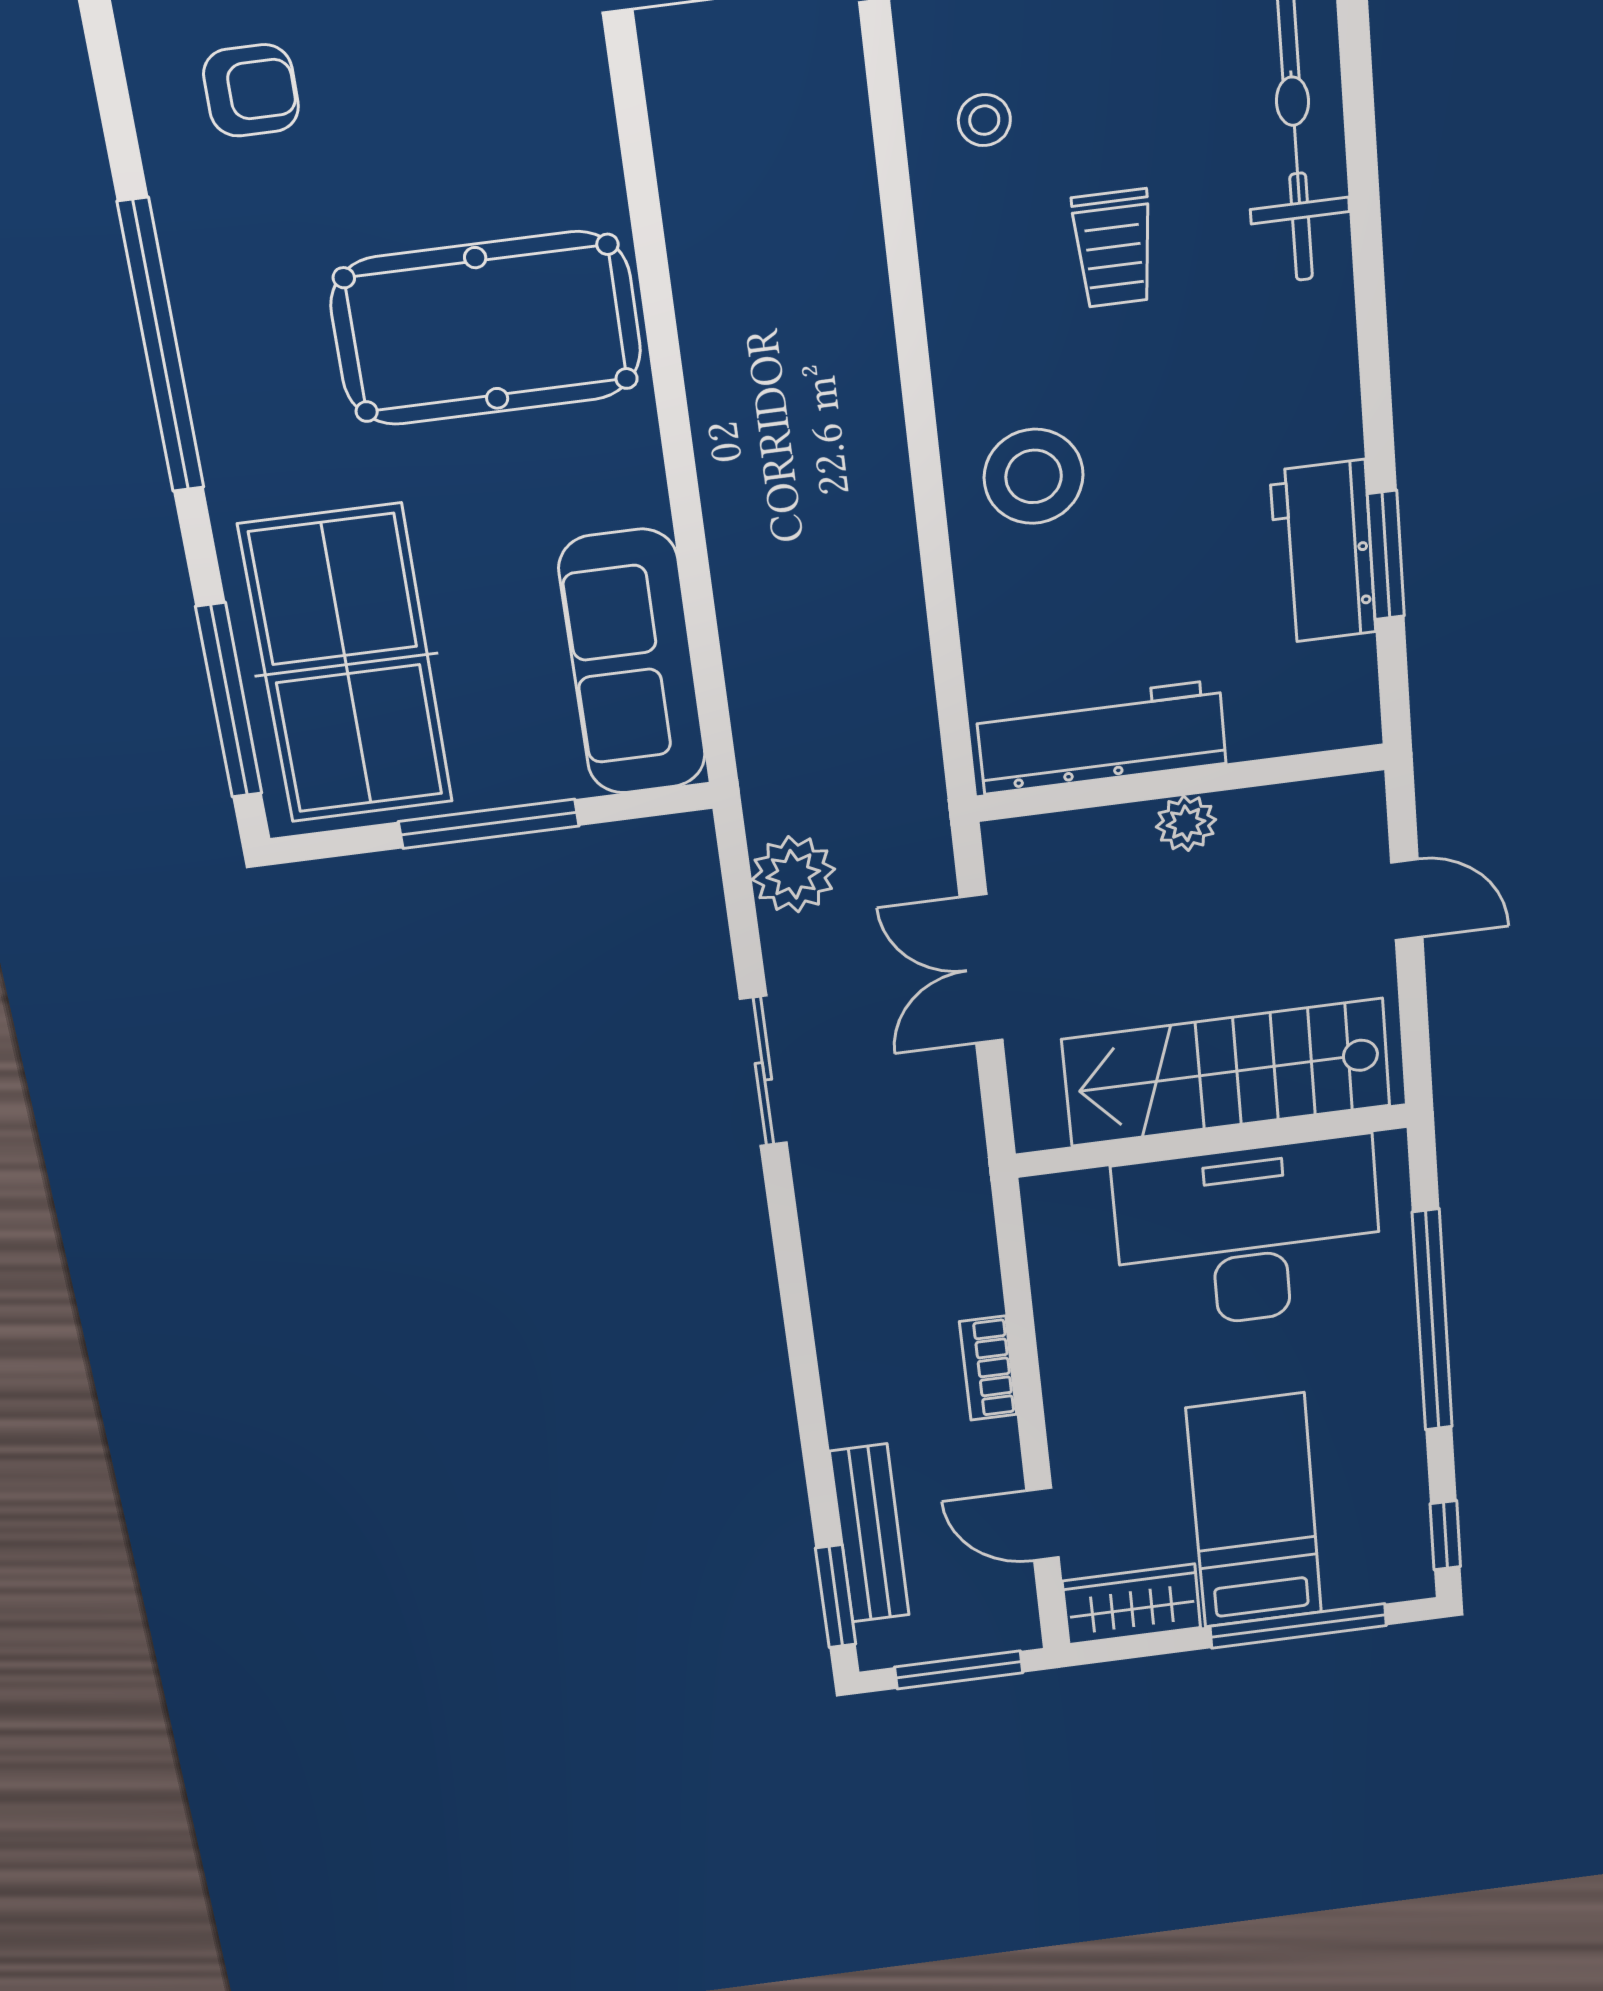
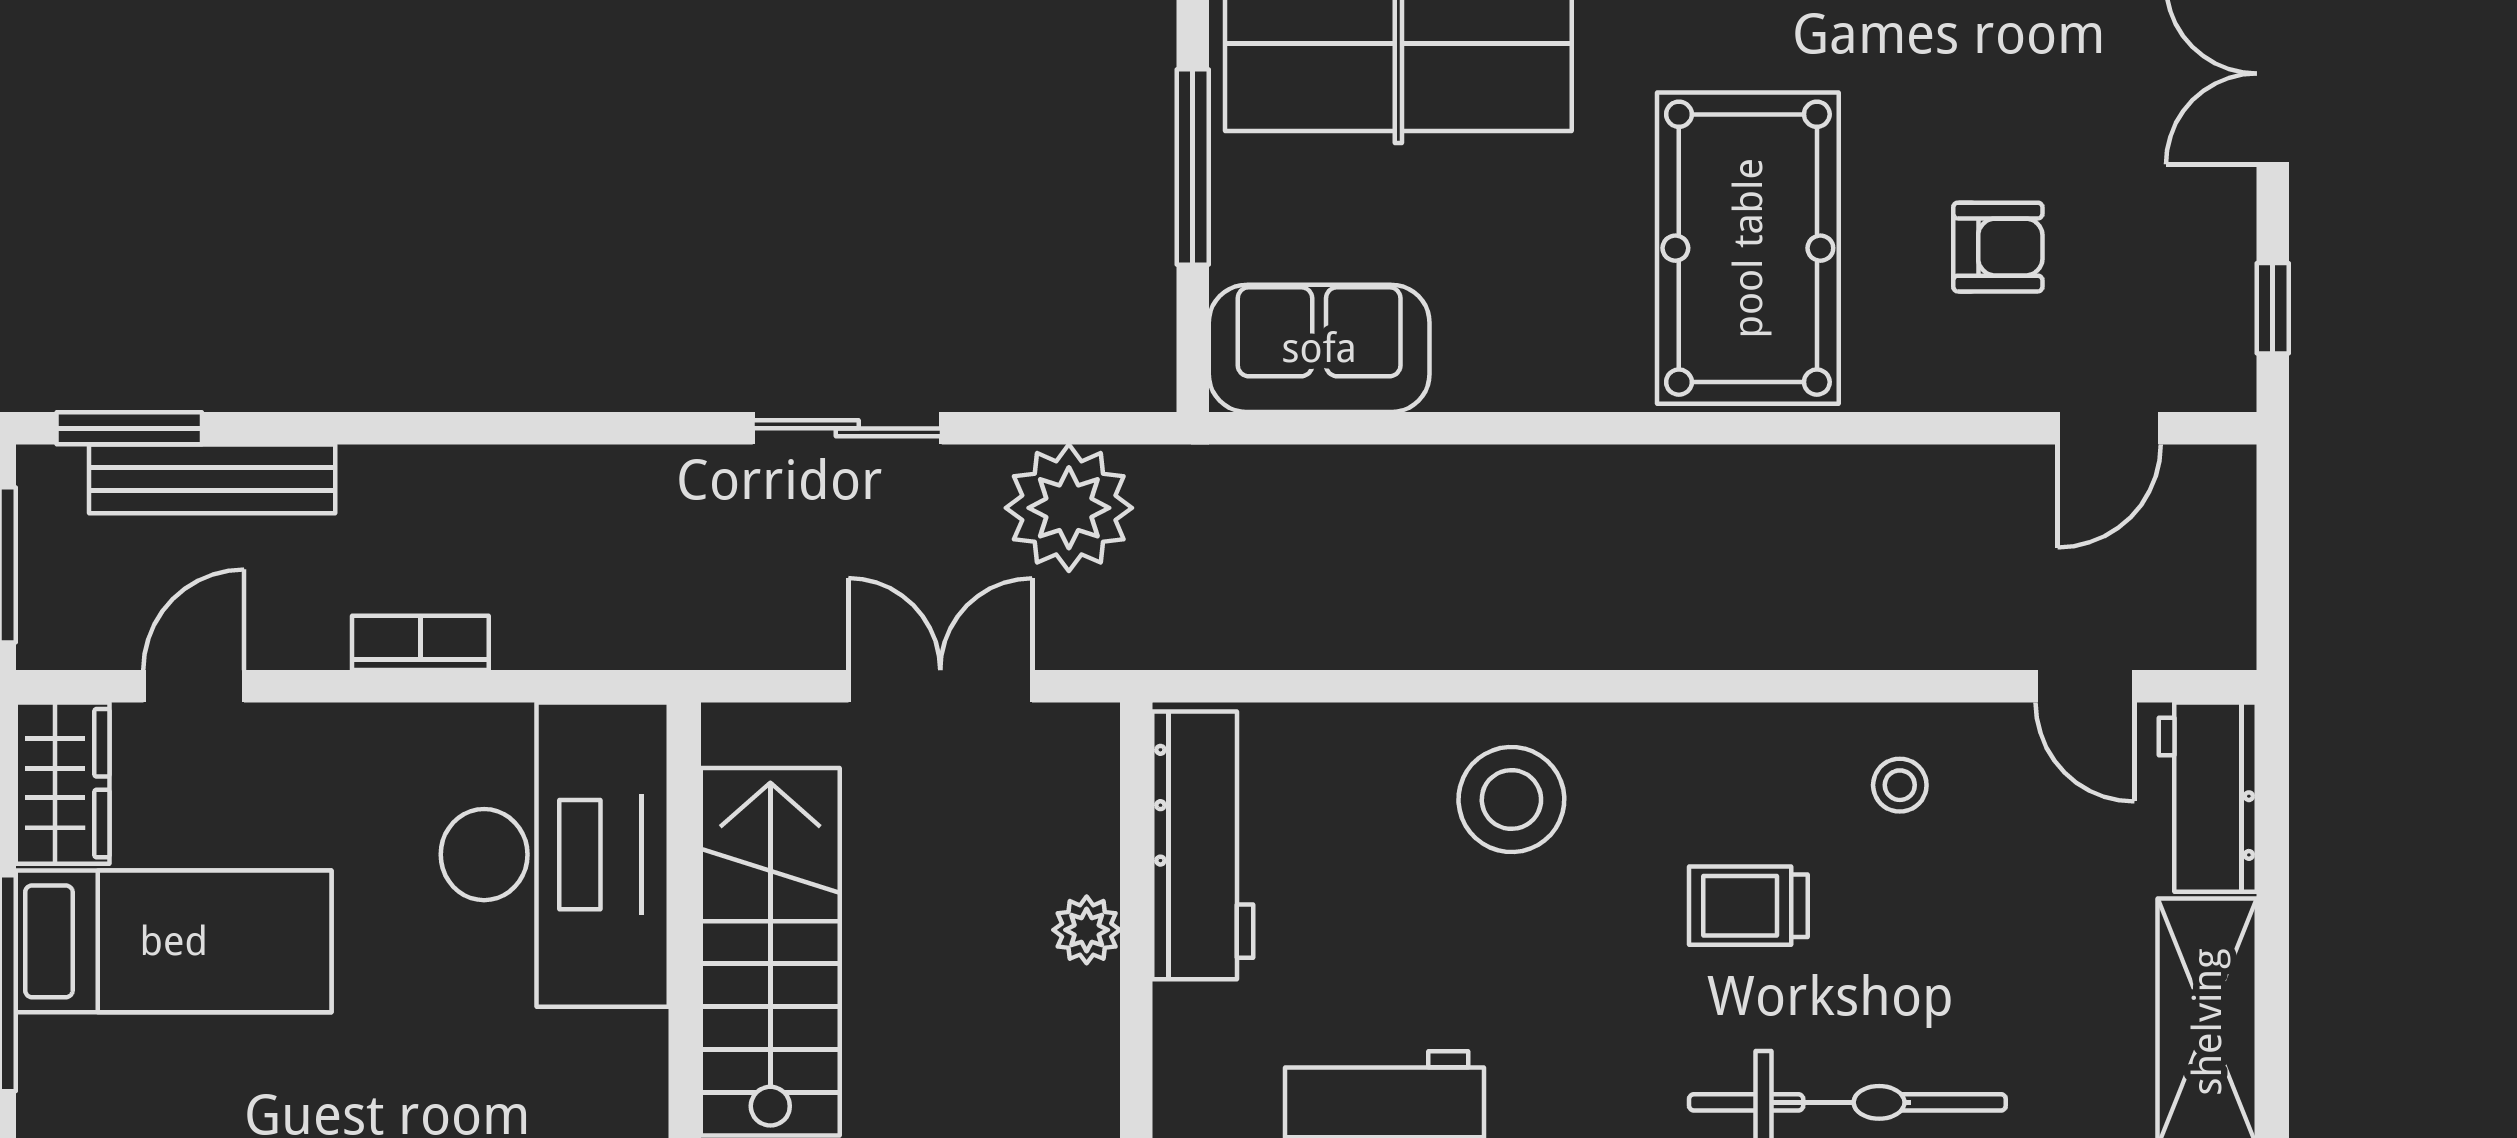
armchair: (251, 90) -> (1998, 247), moved, turned -90
sofa: (632, 663) -> (1319, 348), width x0.73
plant: (793, 874) -> (1069, 508), width x1.36, depth x1.36
desk: (1248, 1235) -> (555, 855), moved

